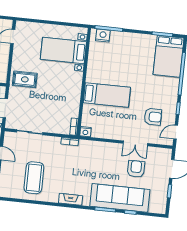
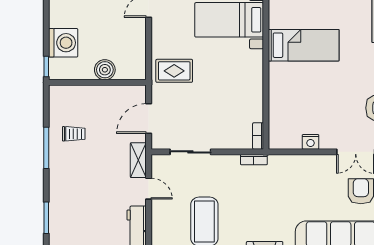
bed: (107, 95) -> (304, 45), moved
nightstand: (85, 132) -> (311, 142), moved

